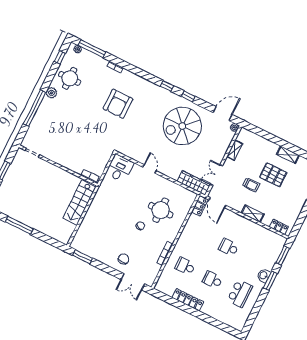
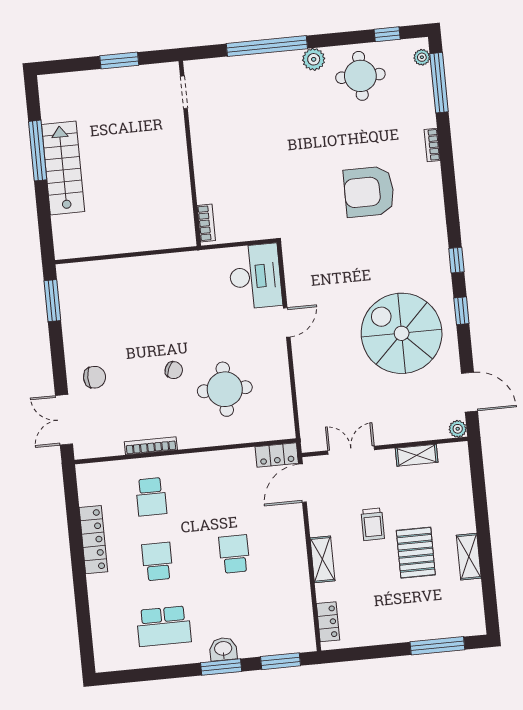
desk: (120, 168) -> (255, 276), width x1.37
wardrobe: (194, 183) -> (311, 418), removed
stairs: (79, 203) -> (63, 168), moved, turned 90
school desk: (185, 266) -> (151, 497), turned 180

